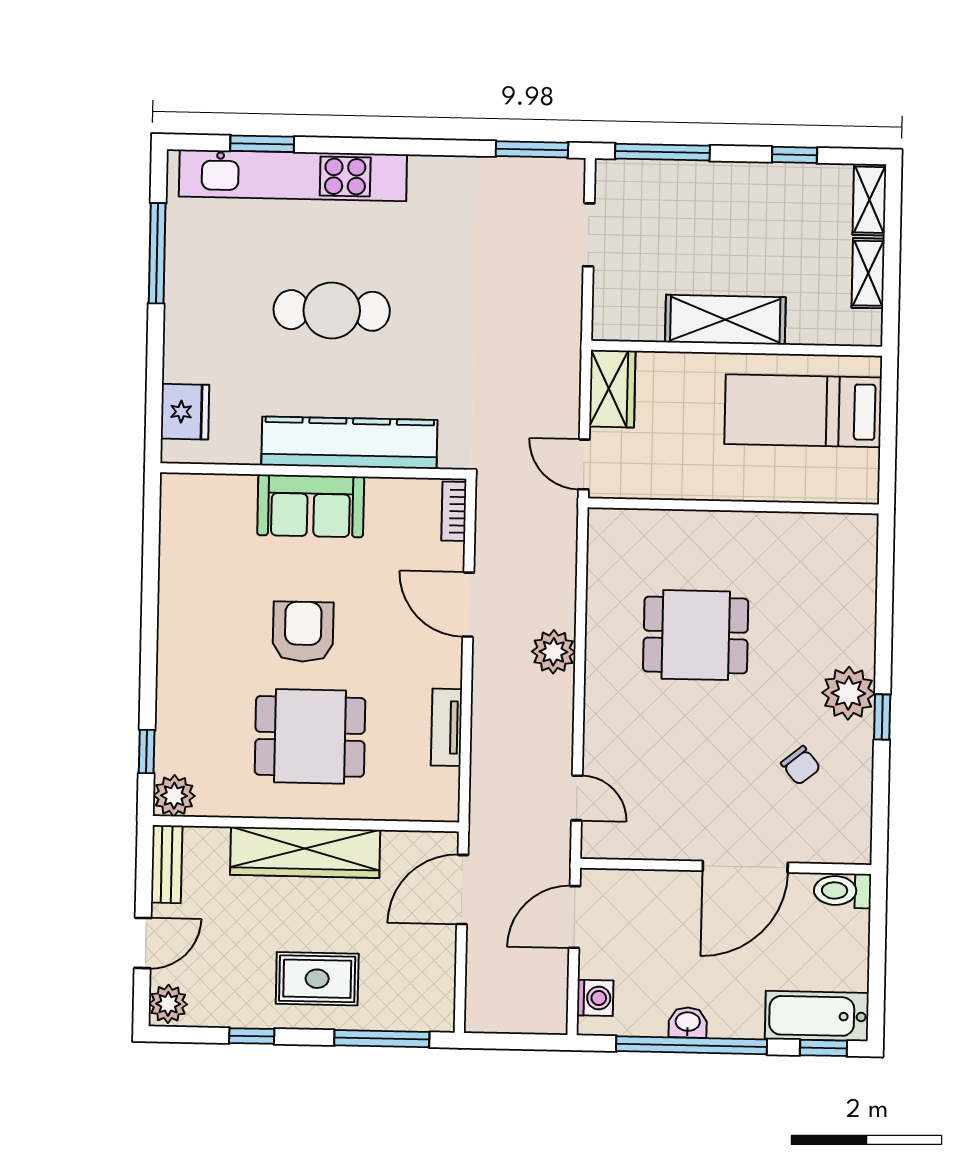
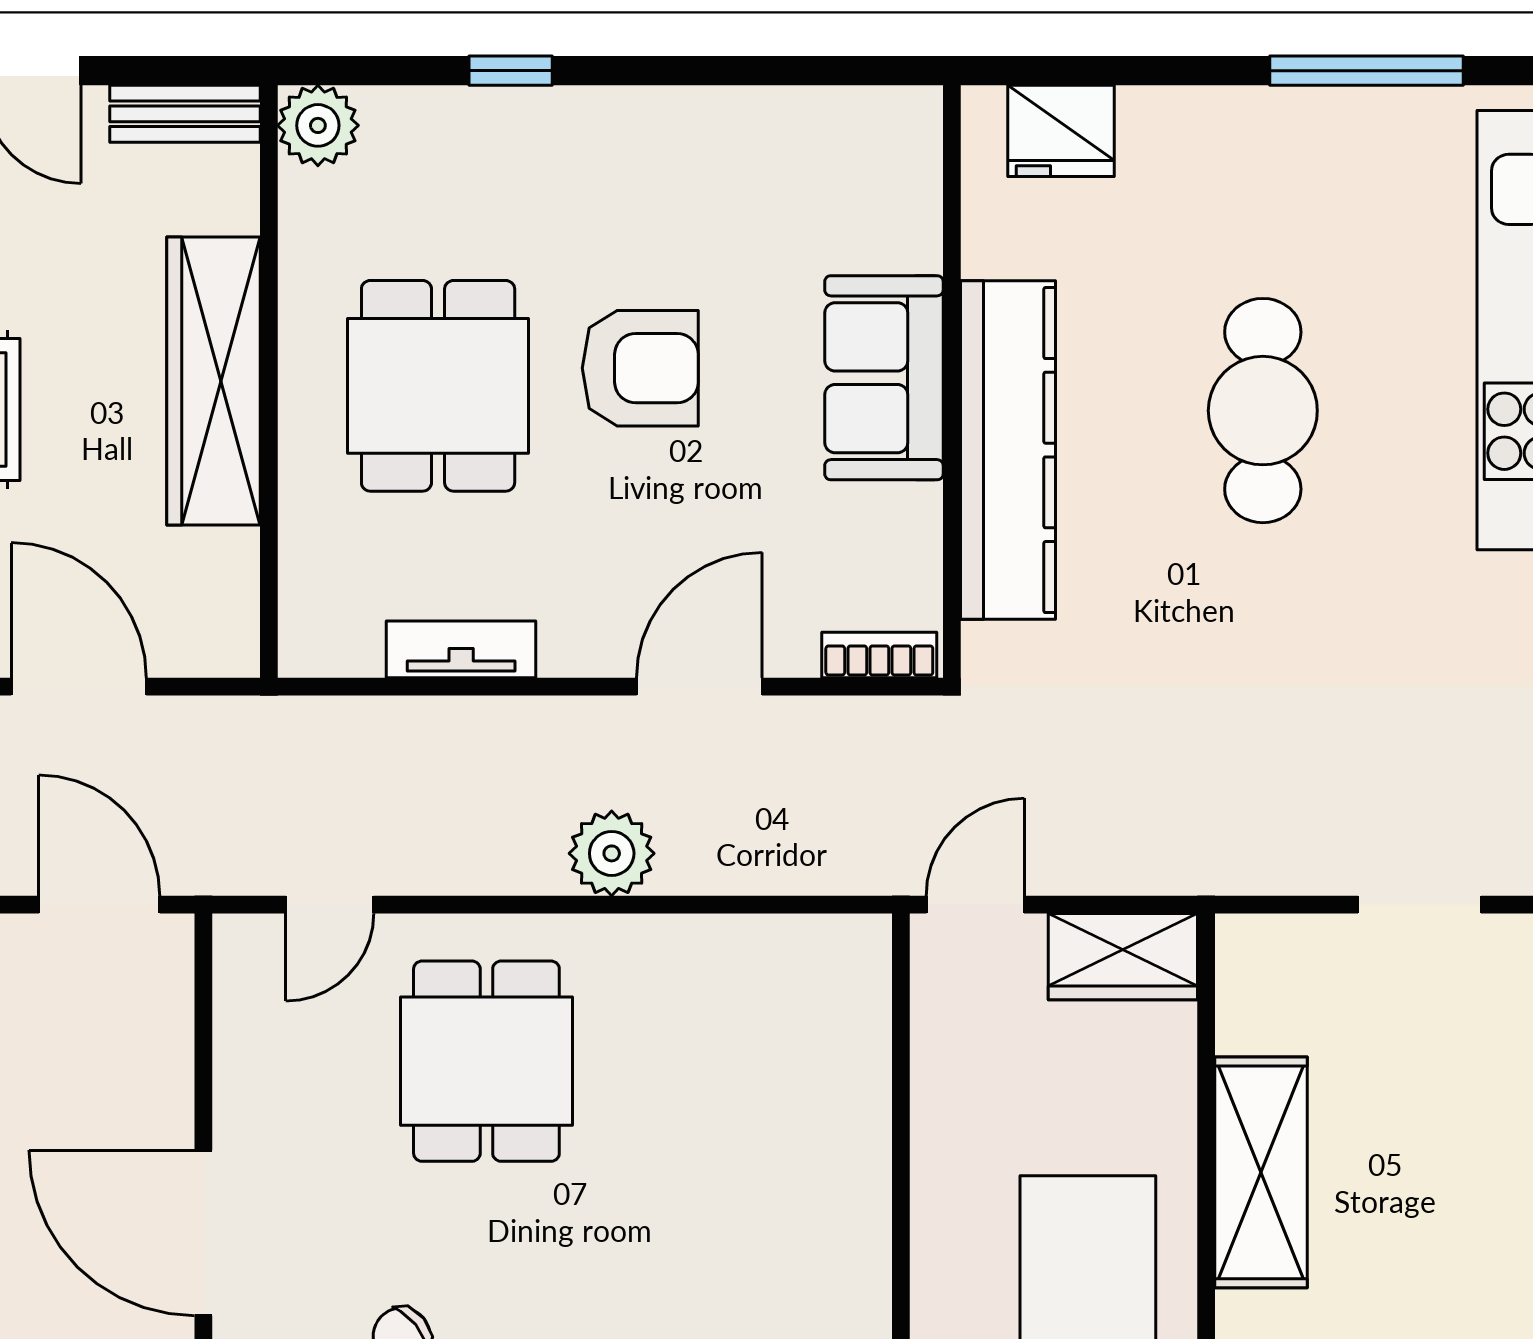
dining table: (696, 635) -> (486, 1061), moved
window: (147, 752) -> (511, 71), moved
door: (462, 890) -> (79, 687), moved

